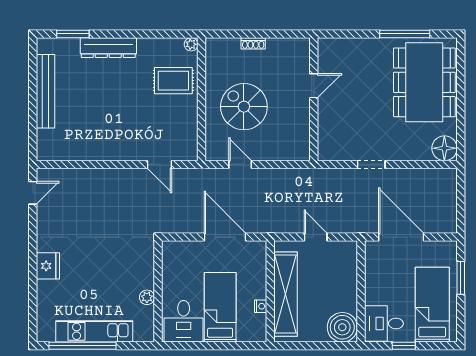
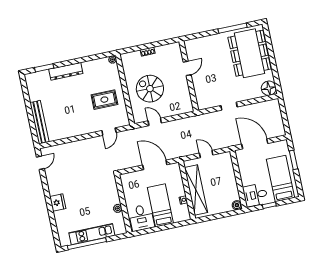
rug: (173, 81) -> (104, 100), moved
bench: (46, 91) -> (39, 122), moved
door: (159, 164) -> (109, 132), hinge flipped
boiler: (342, 327) -> (237, 205), width x0.54, depth x0.54

